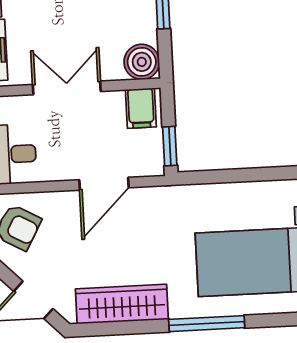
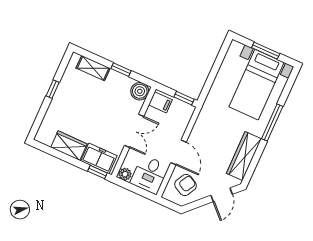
double door: (67, 88) -> (134, 131), swing flipped
door: (104, 184) -> (178, 152), moved

